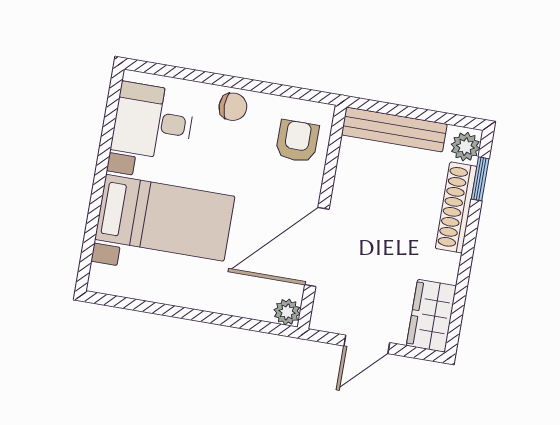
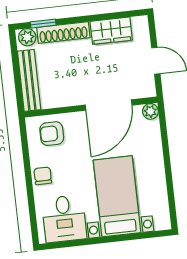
door: (317, 247) -> (109, 105), hinge flipped
wardrobe: (431, 316) -> (111, 31), moved

